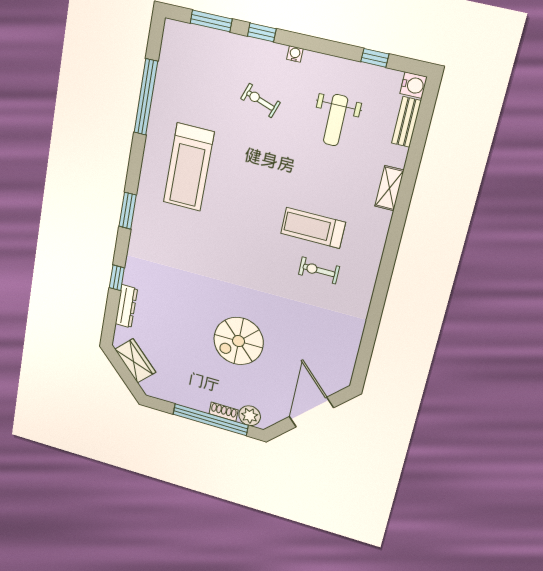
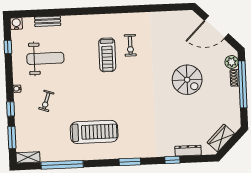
weight bench: (336, 120) -> (45, 58), width x1.36, depth x1.33
bench: (406, 122) -> (48, 21), moved
shelving: (389, 188) -> (28, 157), moved

